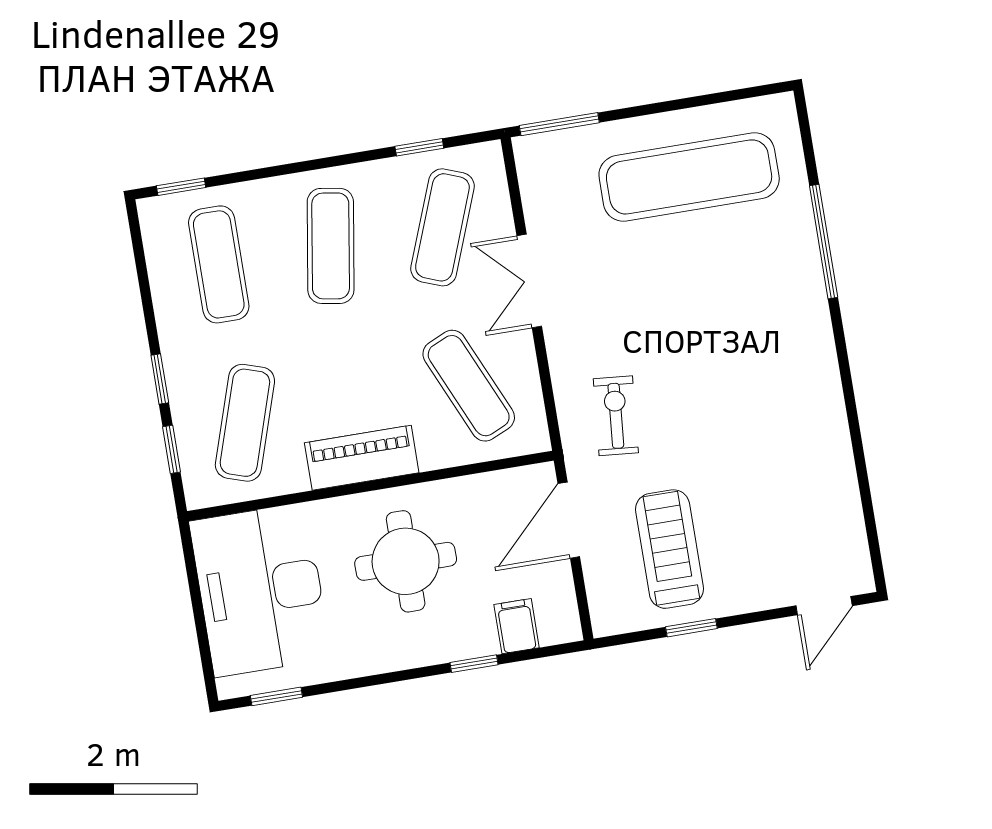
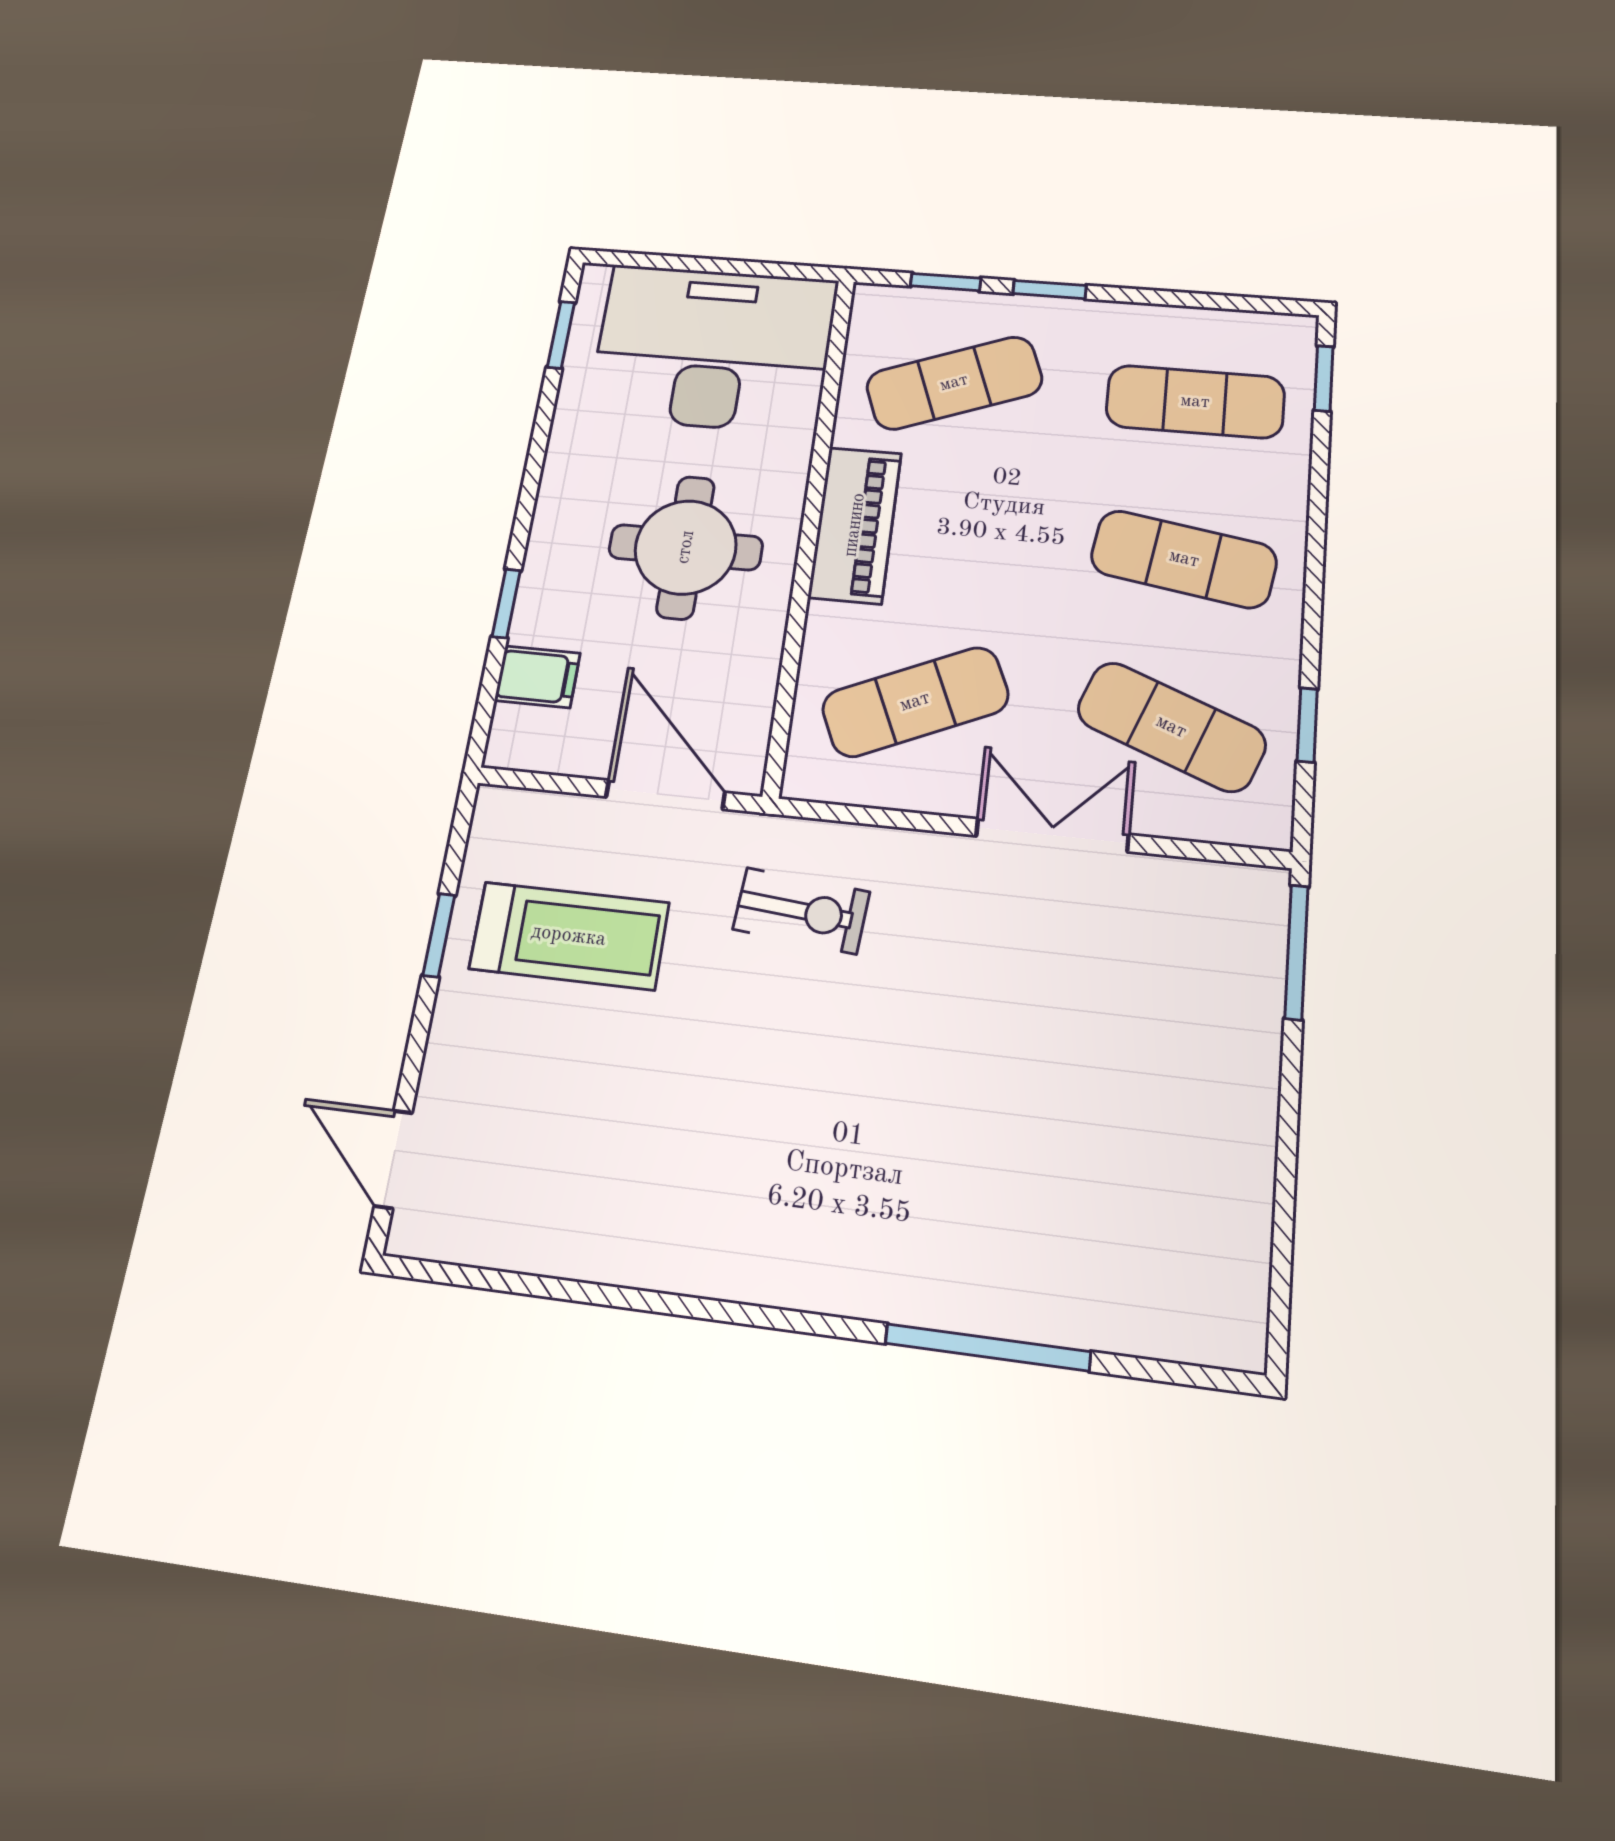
exercise mat: (689, 177) -> (1157, 1143), removed
exercise mat: (245, 423) -> (954, 383), turned -39

